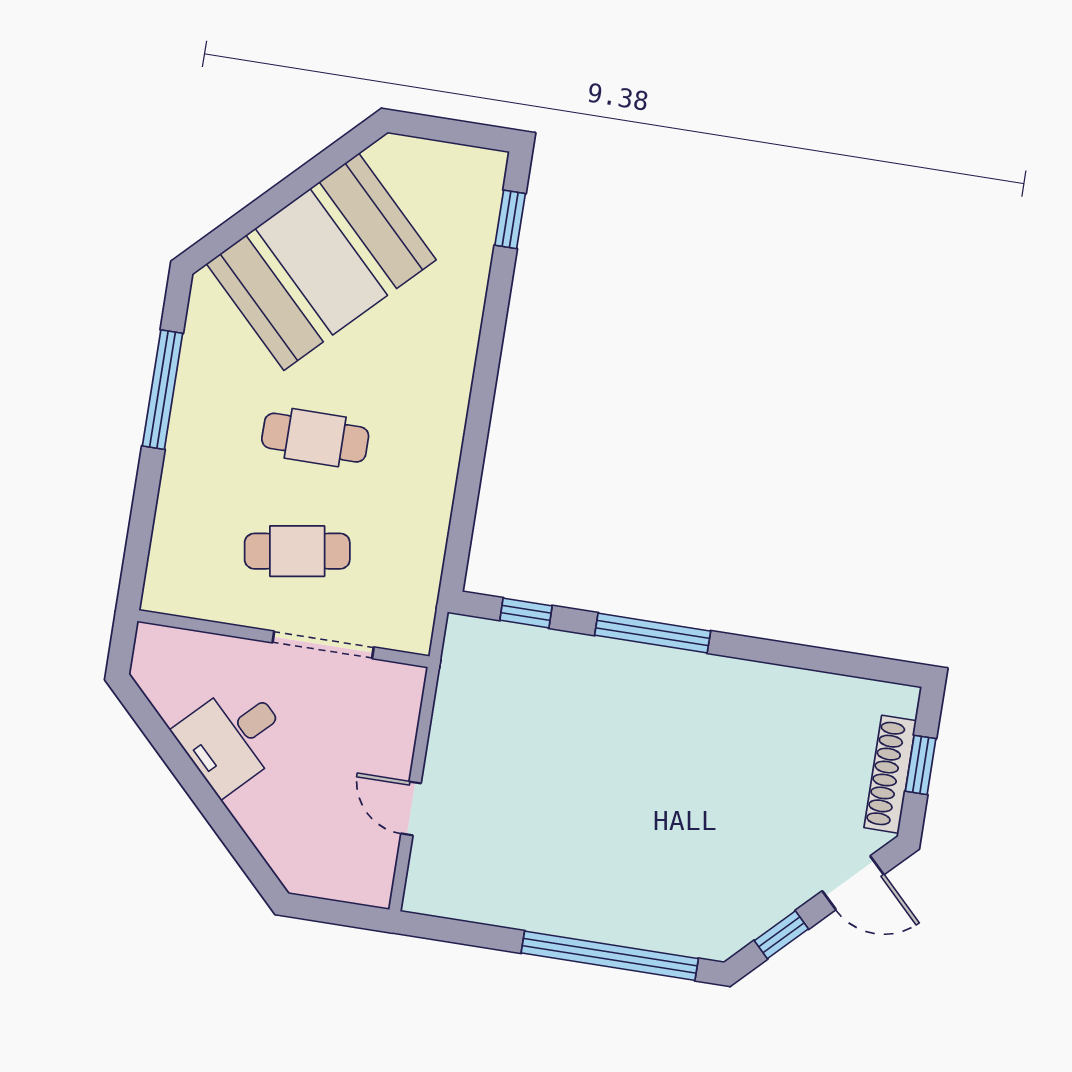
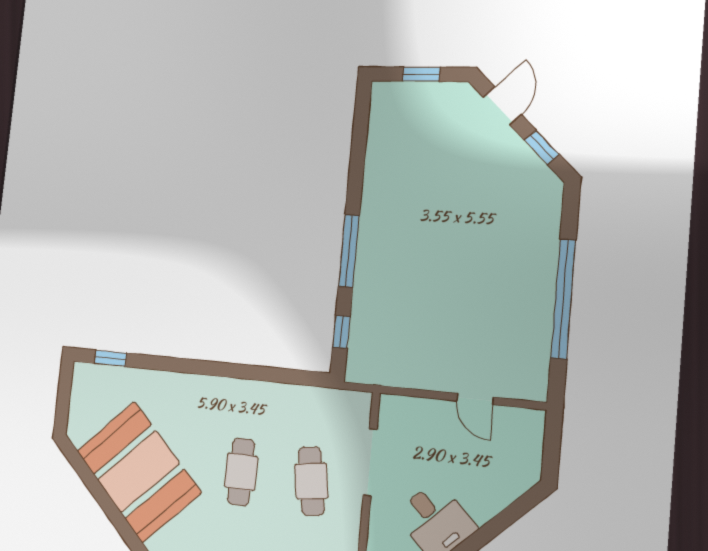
shoe rack: (890, 774) -> (429, 92), removed
door: (411, 808) -> (475, 399), hinge flipped
window: (610, 956) -> (563, 299), moved

